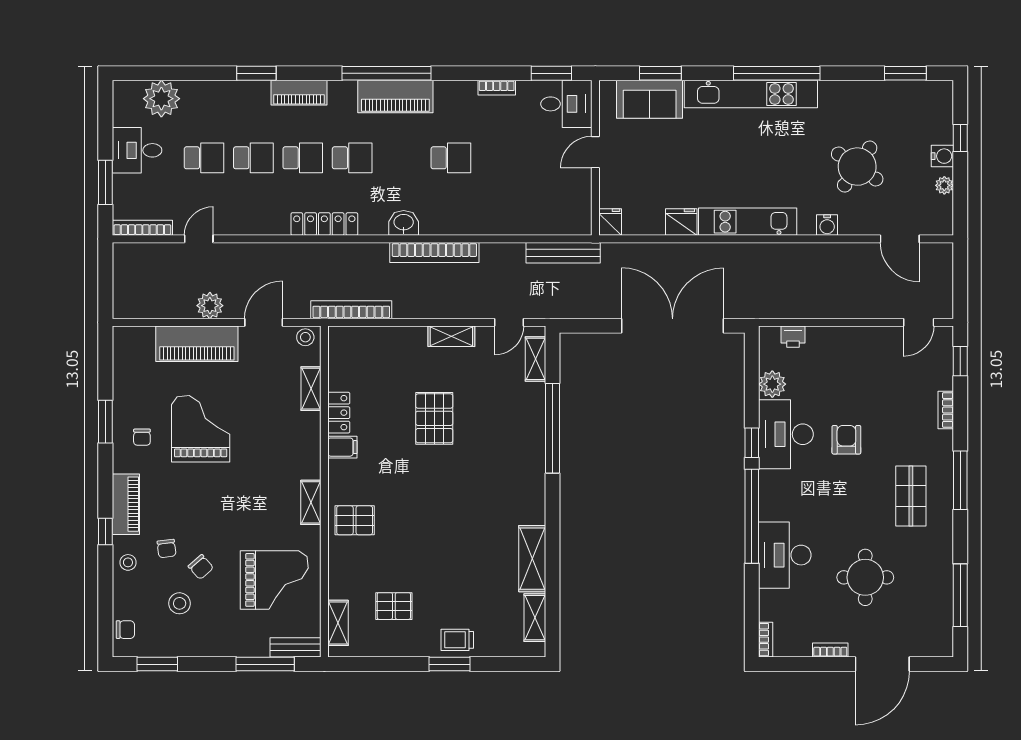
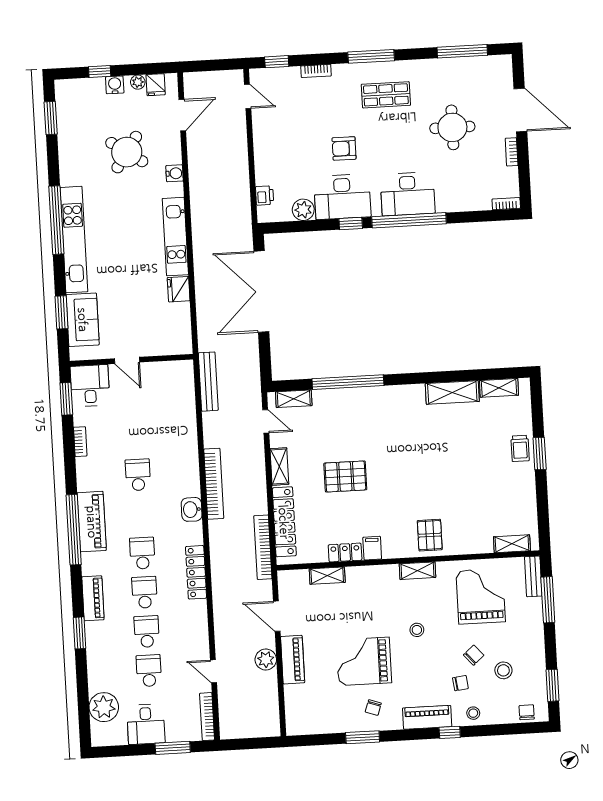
fridge: (610, 222) -> (156, 85), moved, turned -90
stool: (305, 337) -> (417, 630), moved
locker: (382, 338) -> (284, 522), added
piano: (197, 344) -> (293, 660), width x0.73, depth x0.75
chair: (142, 437) -> (373, 708), turned 109
desk: (785, 555) -> (408, 194), moved
pallet: (394, 606) -> (496, 500), removed

